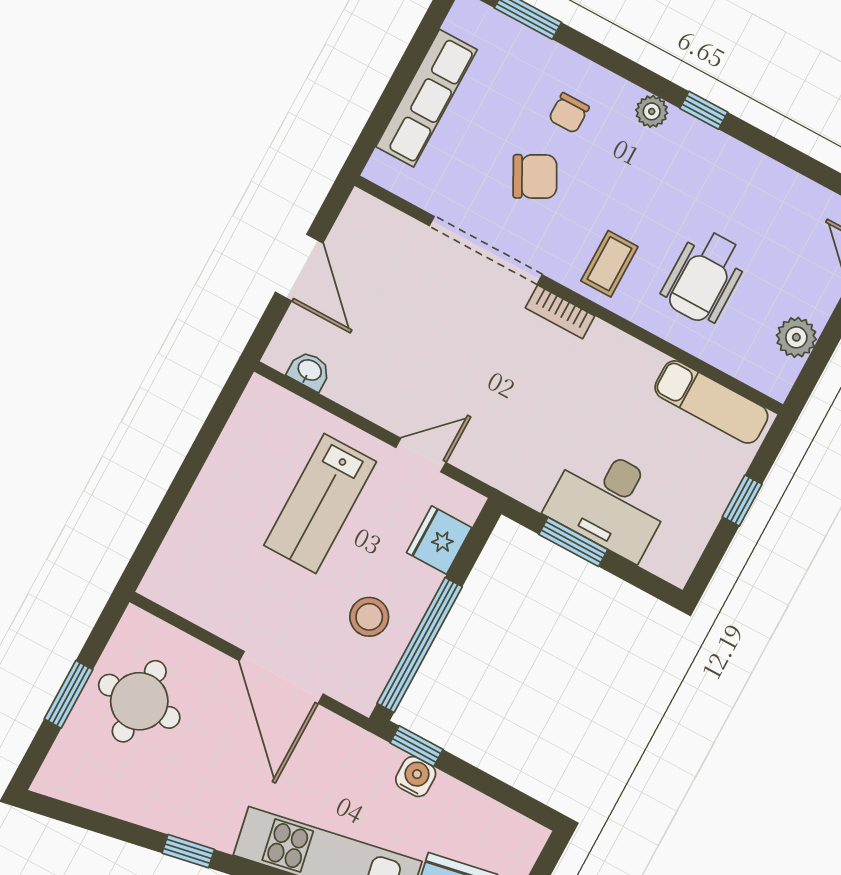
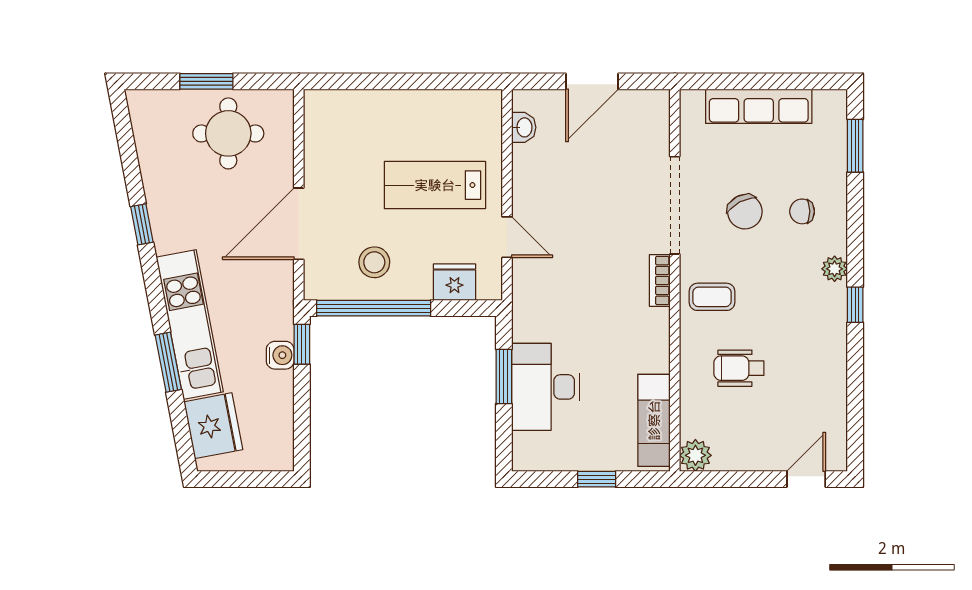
wheelchair: (704, 277) -> (739, 368), width x0.73, depth x0.73
plant: (796, 337) -> (695, 455), moved

